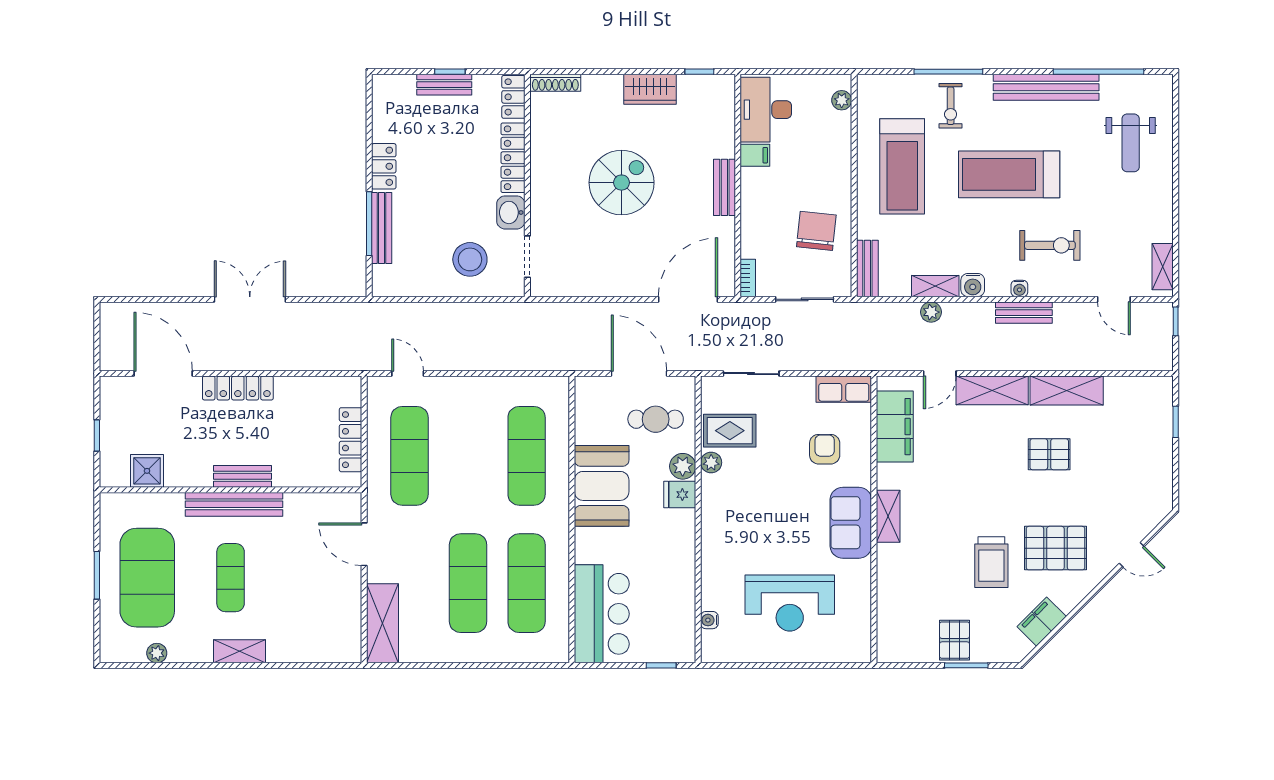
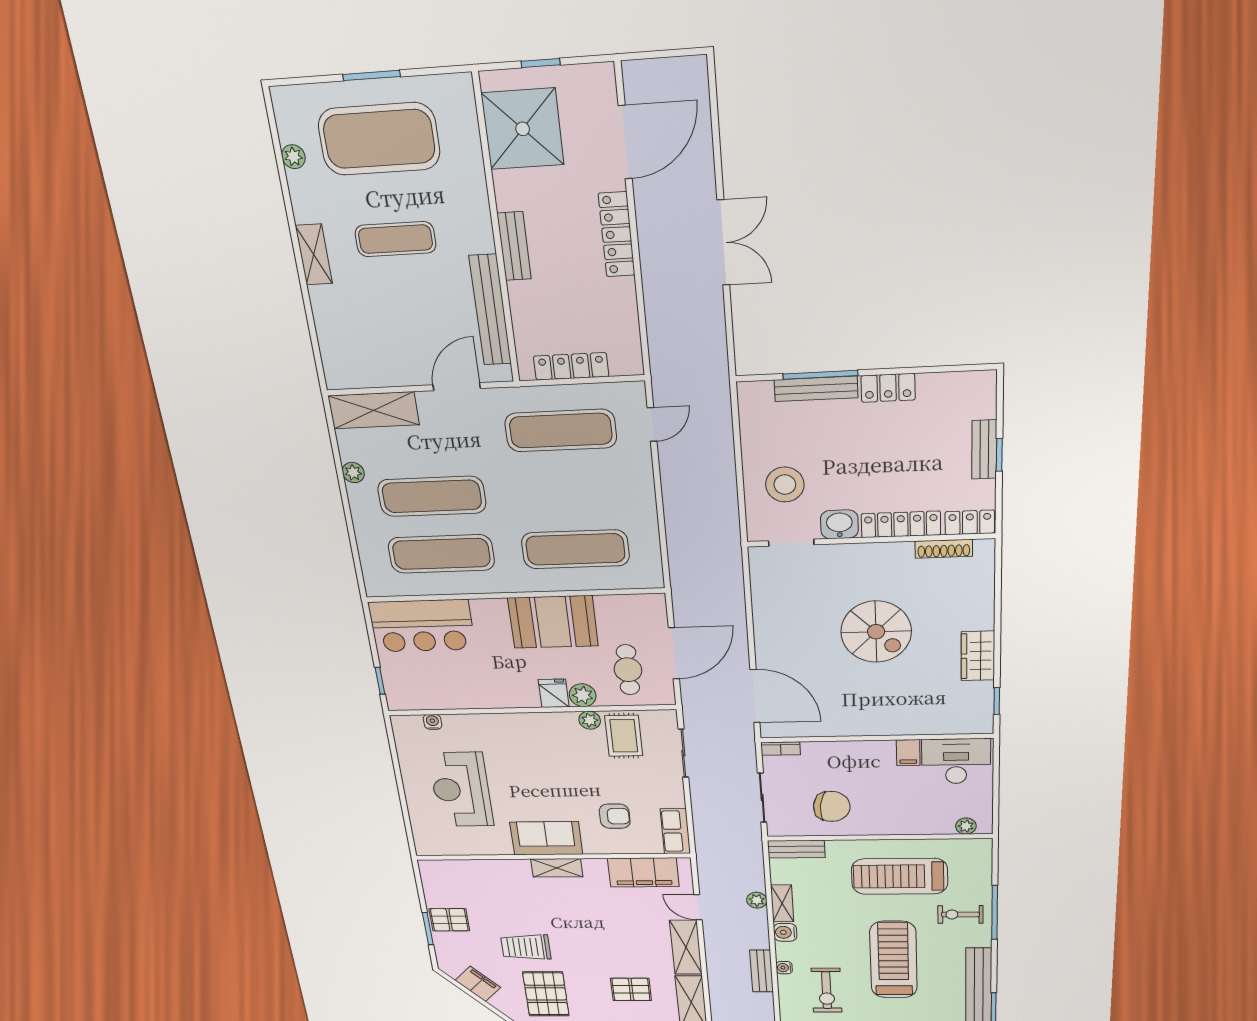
shoe rack: (555, 83) -> (944, 549), moved, turned -90
bench: (724, 187) -> (874, 726), removed
pallet: (1049, 454) -> (631, 989), turned 90
shower: (147, 471) -> (523, 129), width x1.86, depth x1.86
bench: (234, 504) -> (490, 310), moved
plant: (441, 653) -> (353, 472), added

